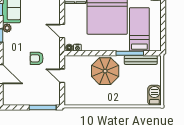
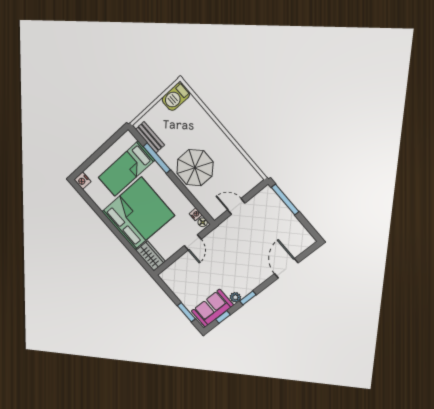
armchair: (37, 58) -> (240, 246), removed
bench: (141, 60) -> (150, 137), width x0.73
door: (62, 76) -> (236, 207), swing flipped

